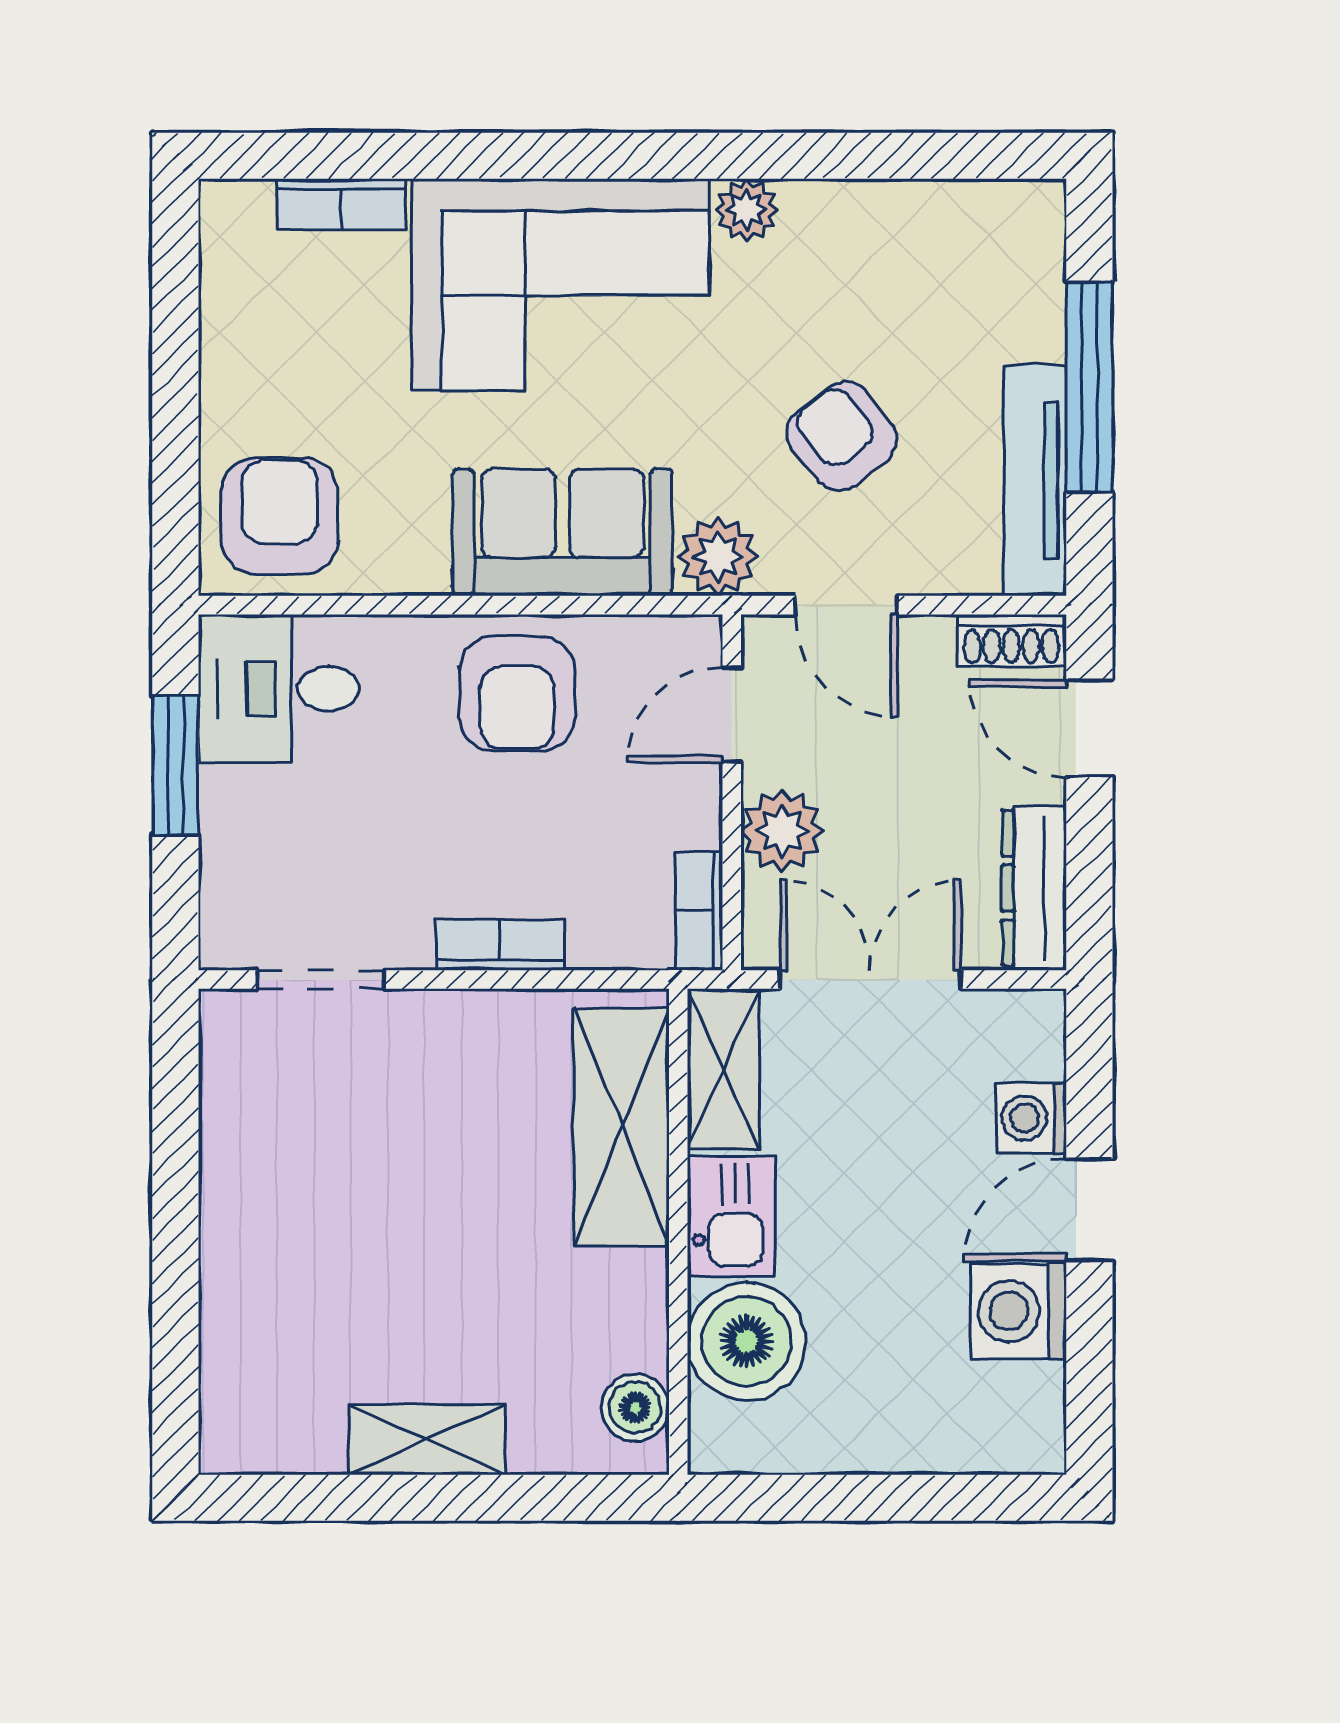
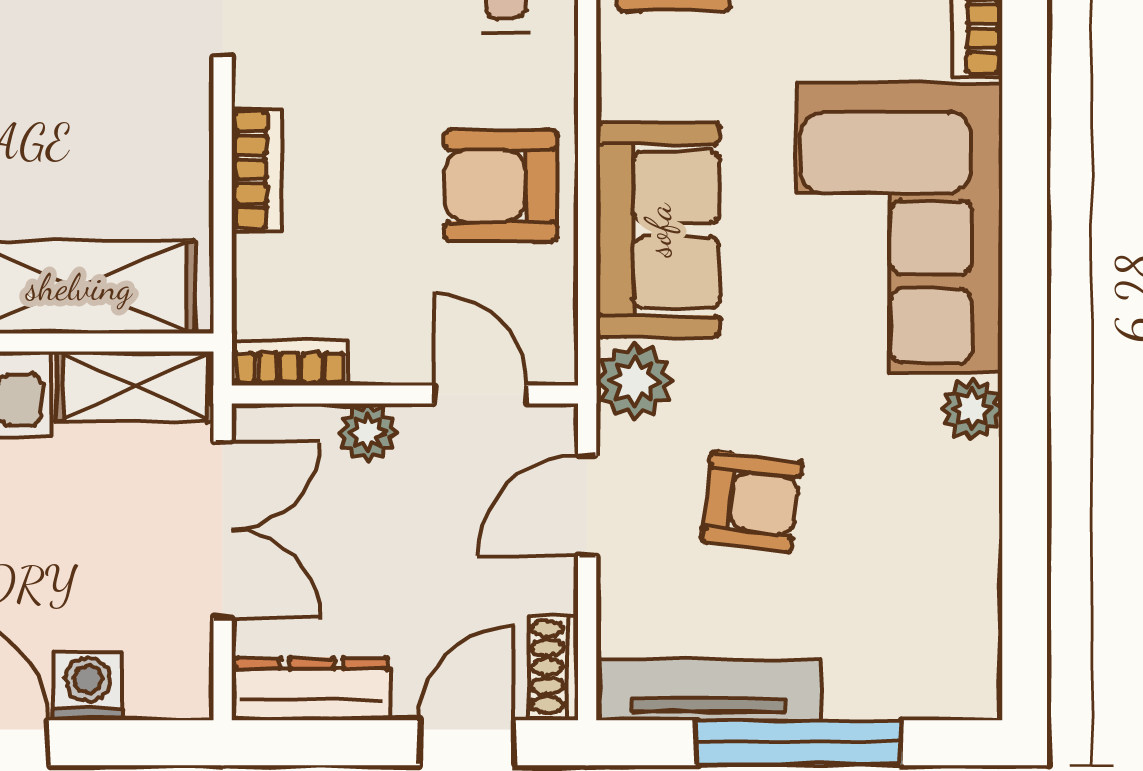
armchair: (842, 436) -> (752, 502), turned 45
plant: (782, 831) -> (368, 433), width x0.73, depth x0.73

